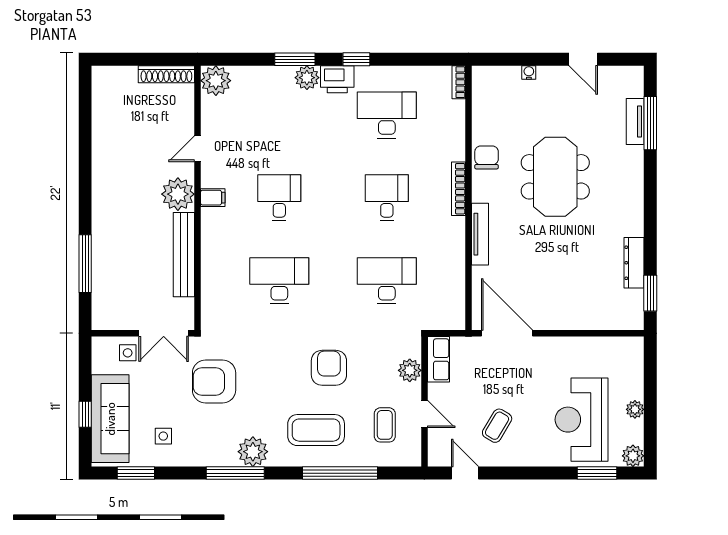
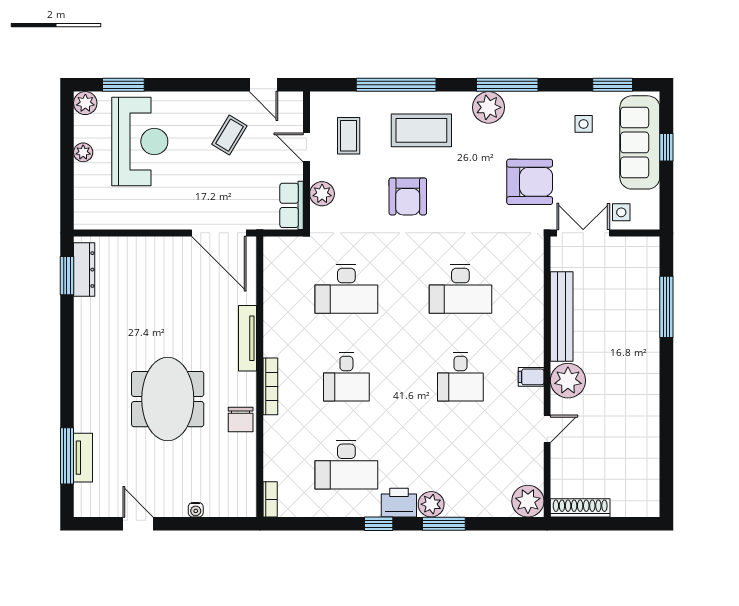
dresser: (634, 263) -> (84, 270), moved

